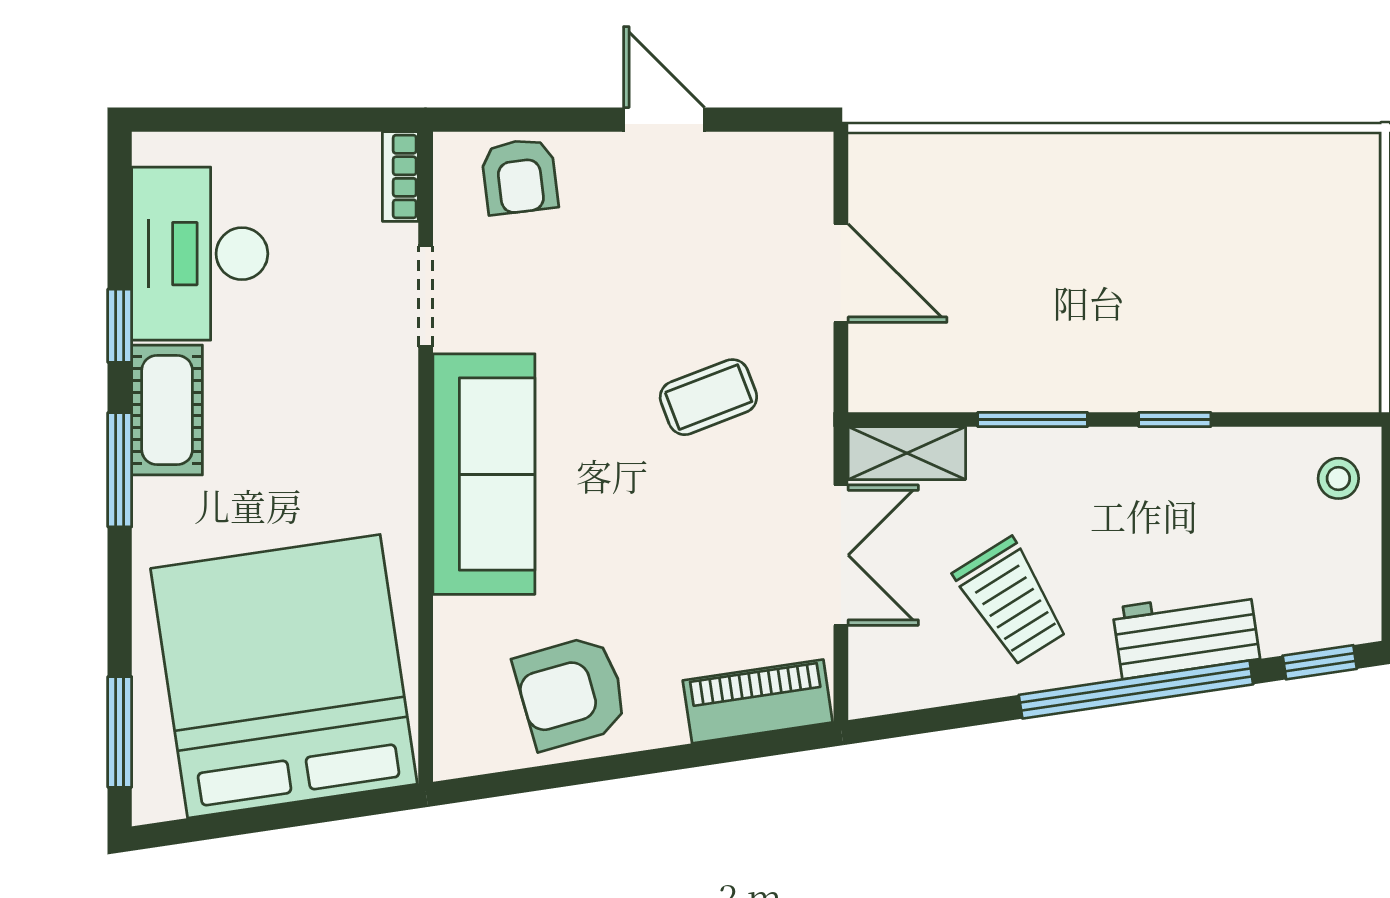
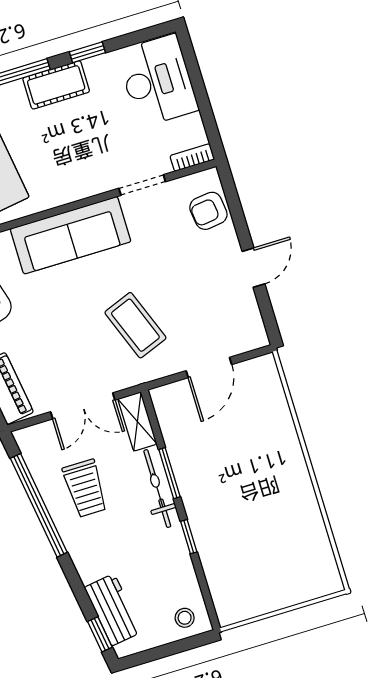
desk: (200, 254) -> (158, 81), moved, turned 90
coffee table: (708, 397) -> (135, 325), width x1.36, depth x1.30
bicycle: (1057, 454) -> (157, 489), added
trolley: (1011, 602) -> (85, 488), turned -58
workbench: (1186, 634) -> (113, 610), moved
window: (1136, 690) -> (39, 505), moved

